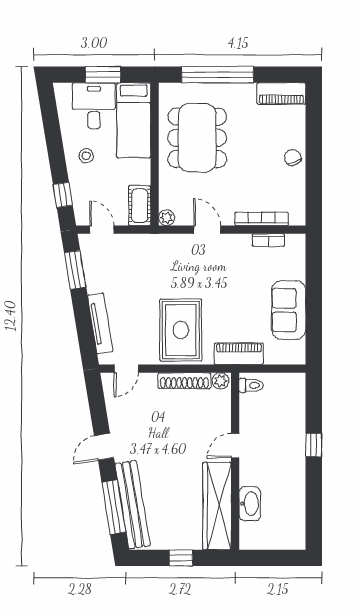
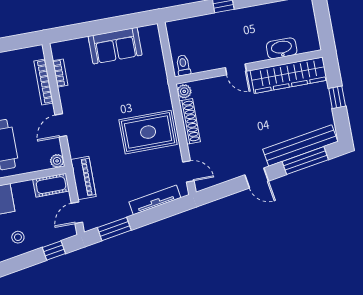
piano: (239, 354) -> (83, 178), moved, turned 180

